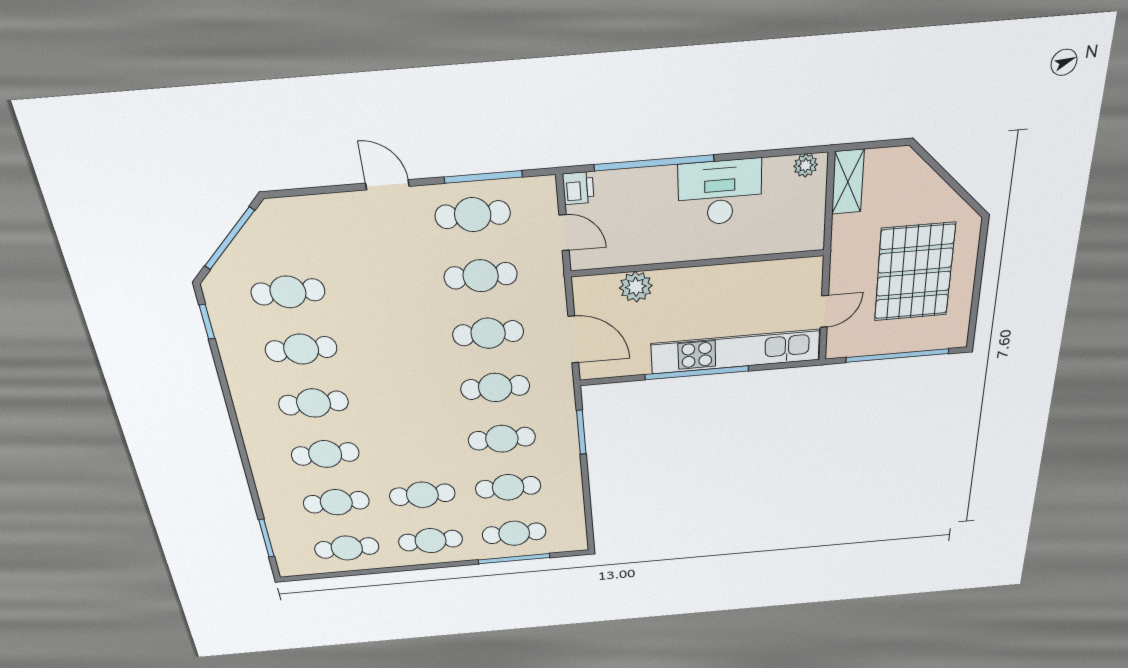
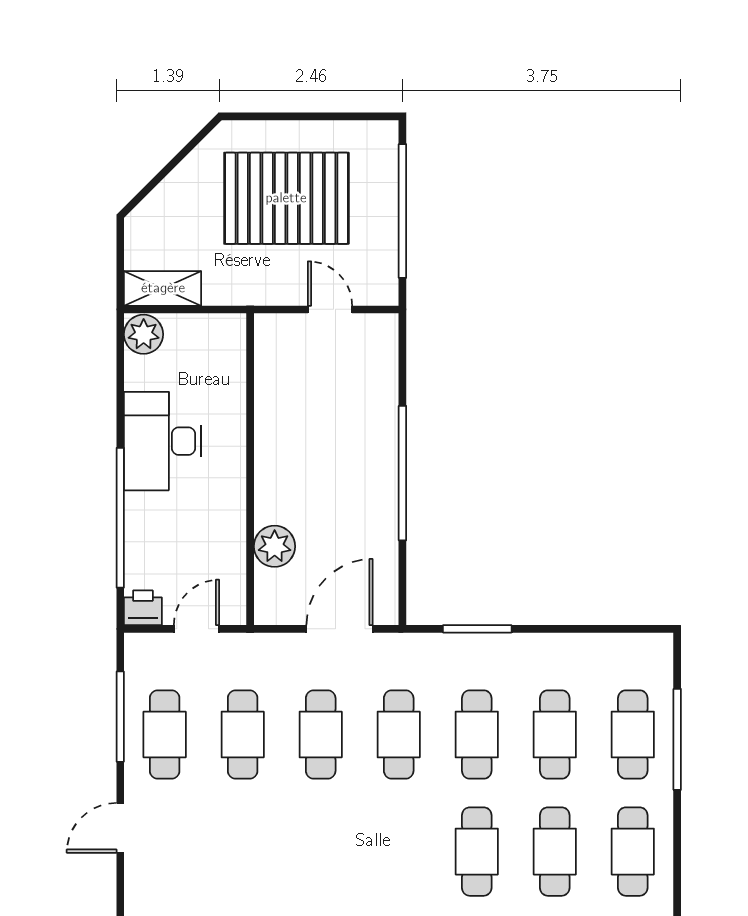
plant: (806, 165) -> (144, 334), width x1.38, depth x1.38
kitchen unit: (735, 352) -> (376, 423), removed
cafe table: (414, 446) -> (477, 852), added

